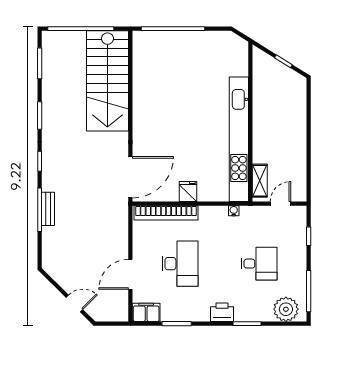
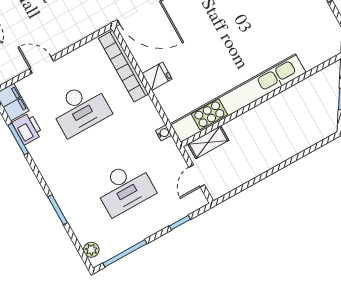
door: (280, 204) -> (197, 176), swing flipped
desk: (259, 264) -> (125, 188), width x1.37
door: (130, 274) -> (42, 65), width x0.73
plant: (286, 309) -> (91, 250), width x0.53, depth x0.53
printer: (222, 312) -> (27, 129), moved

